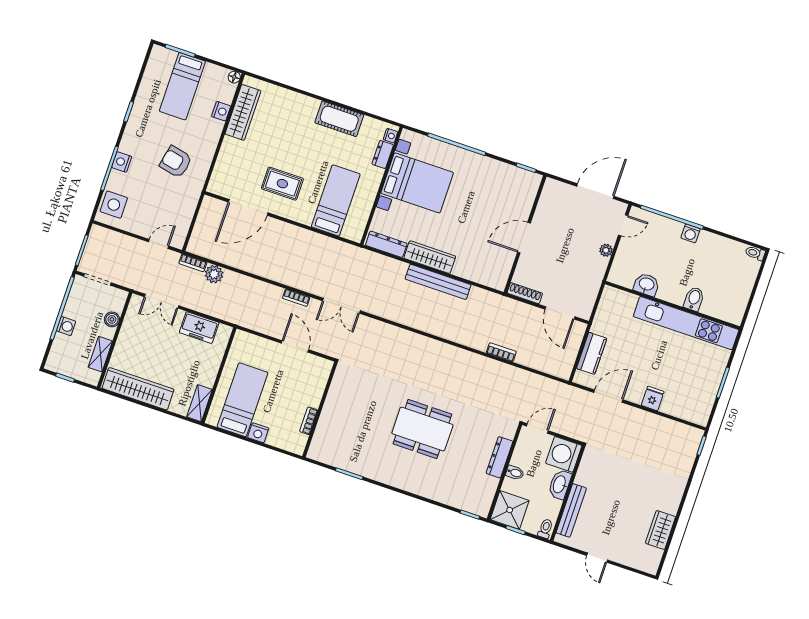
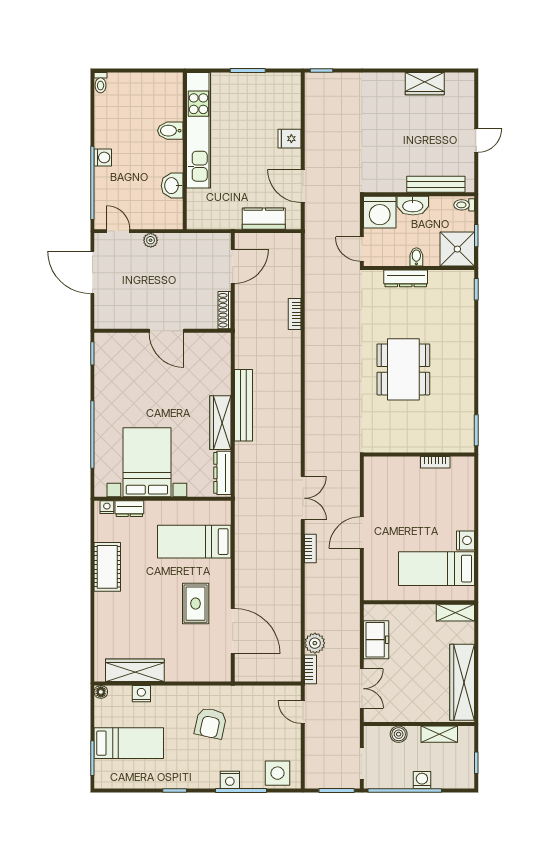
wall: (320, 409) -> (419, 454), moved
bookcase: (309, 421) -> (435, 462), moved

